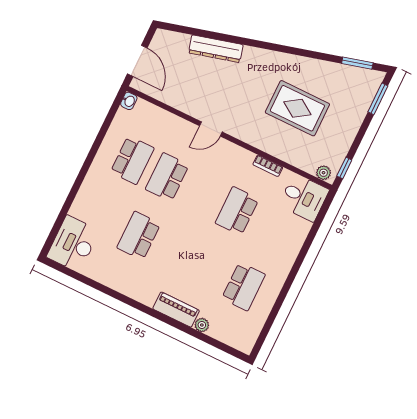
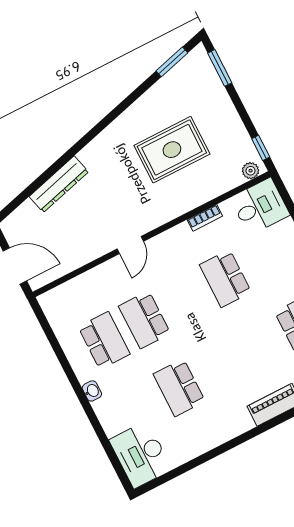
washbasin: (129, 101) -> (92, 391), moved

